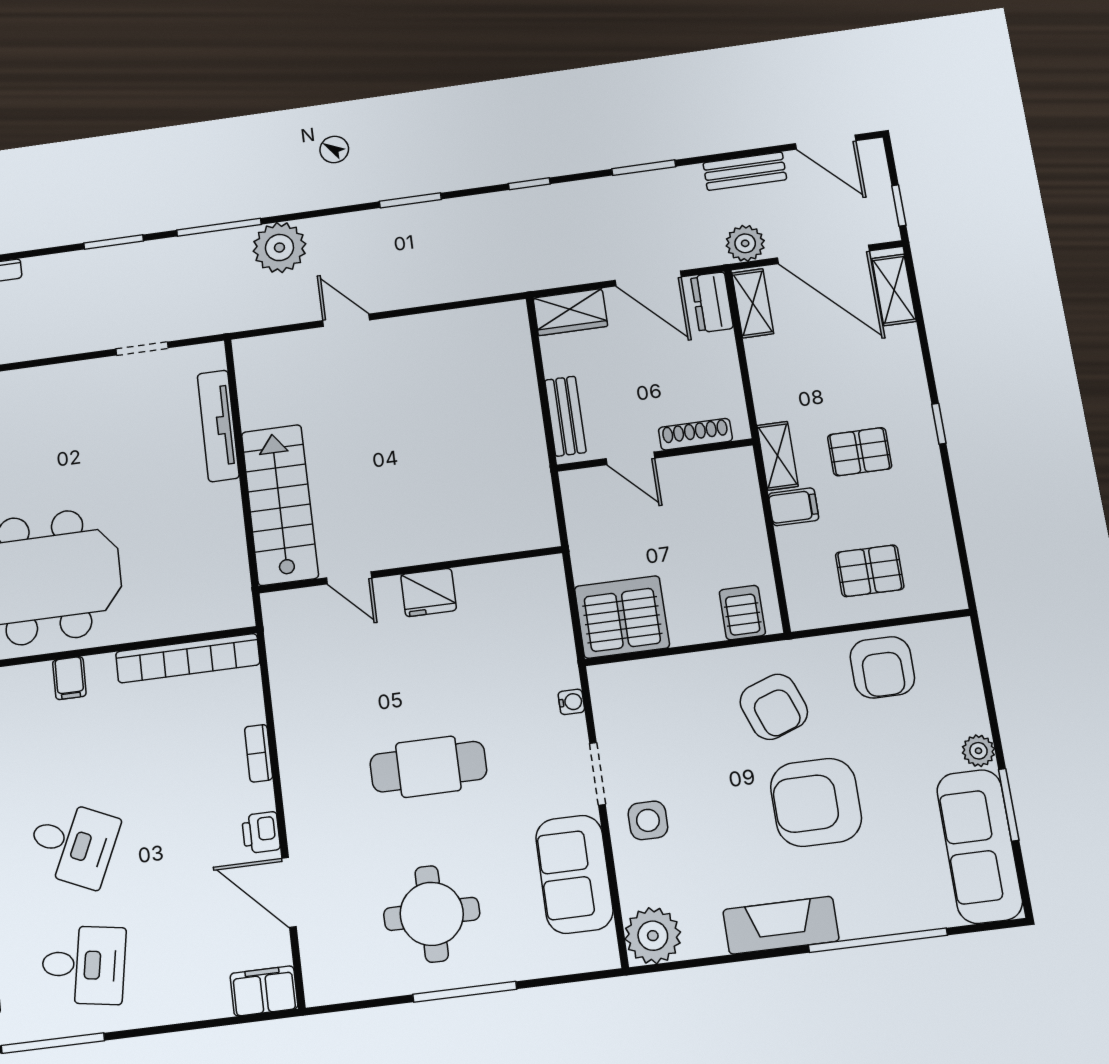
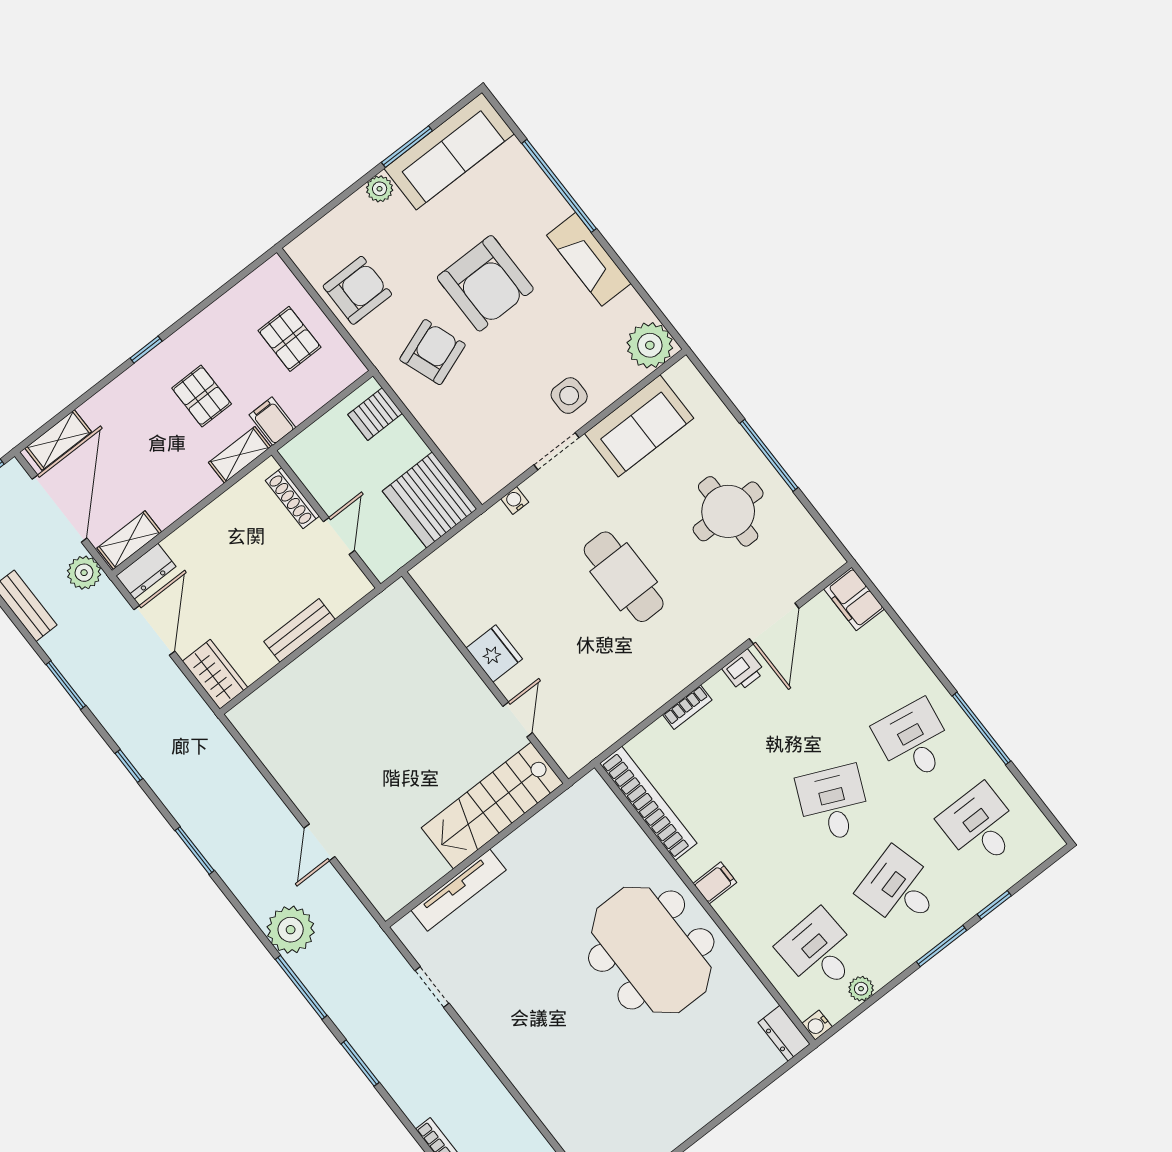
shoe rack: (695, 434) -> (292, 498), moved
wall: (655, 455) -> (326, 519), moved
door: (630, 458) -> (339, 536), moved

